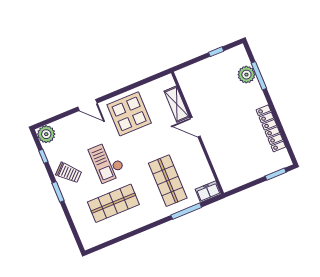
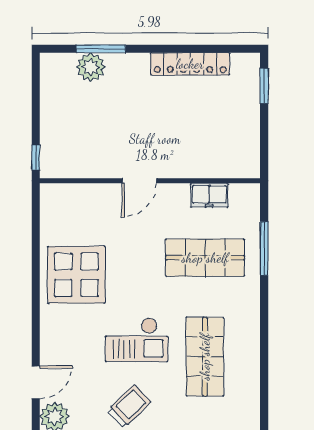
window: (216, 52) -> (36, 158), moved
shelving: (177, 104) -> (92, 194), removed
door: (87, 105) -> (36, 382), moved
freezer: (208, 192) -> (209, 195), moved, turned -90

